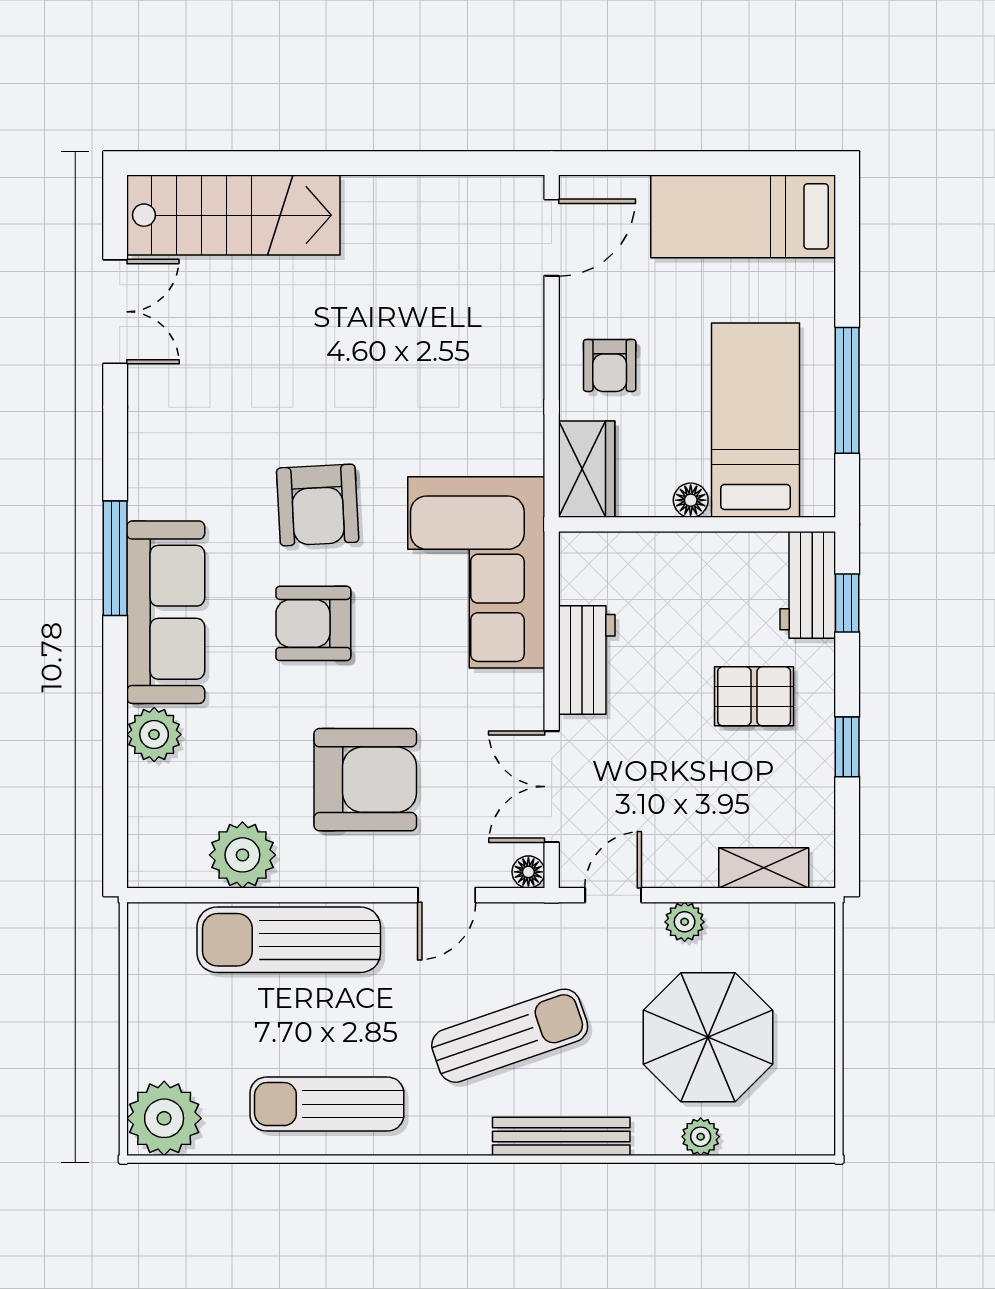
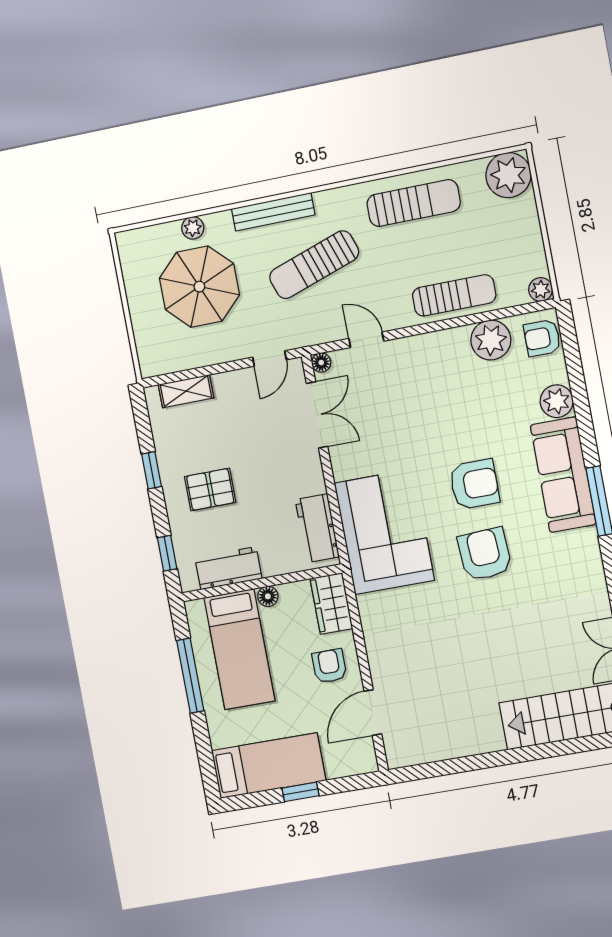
window: (698, 163) -> (300, 792), added
door: (552, 238) -> (373, 713), moved
workbench: (808, 585) -> (228, 568), moved, turned -90
workbench: (587, 660) -> (317, 528), moved
armchair: (365, 780) -> (542, 338), moved, width x0.53, depth x0.53
door: (447, 895) -> (366, 340), hinge flipped
plant: (685, 922) -> (541, 289), moved
sun lounger: (289, 940) -> (454, 295), width x0.73, depth x0.75

